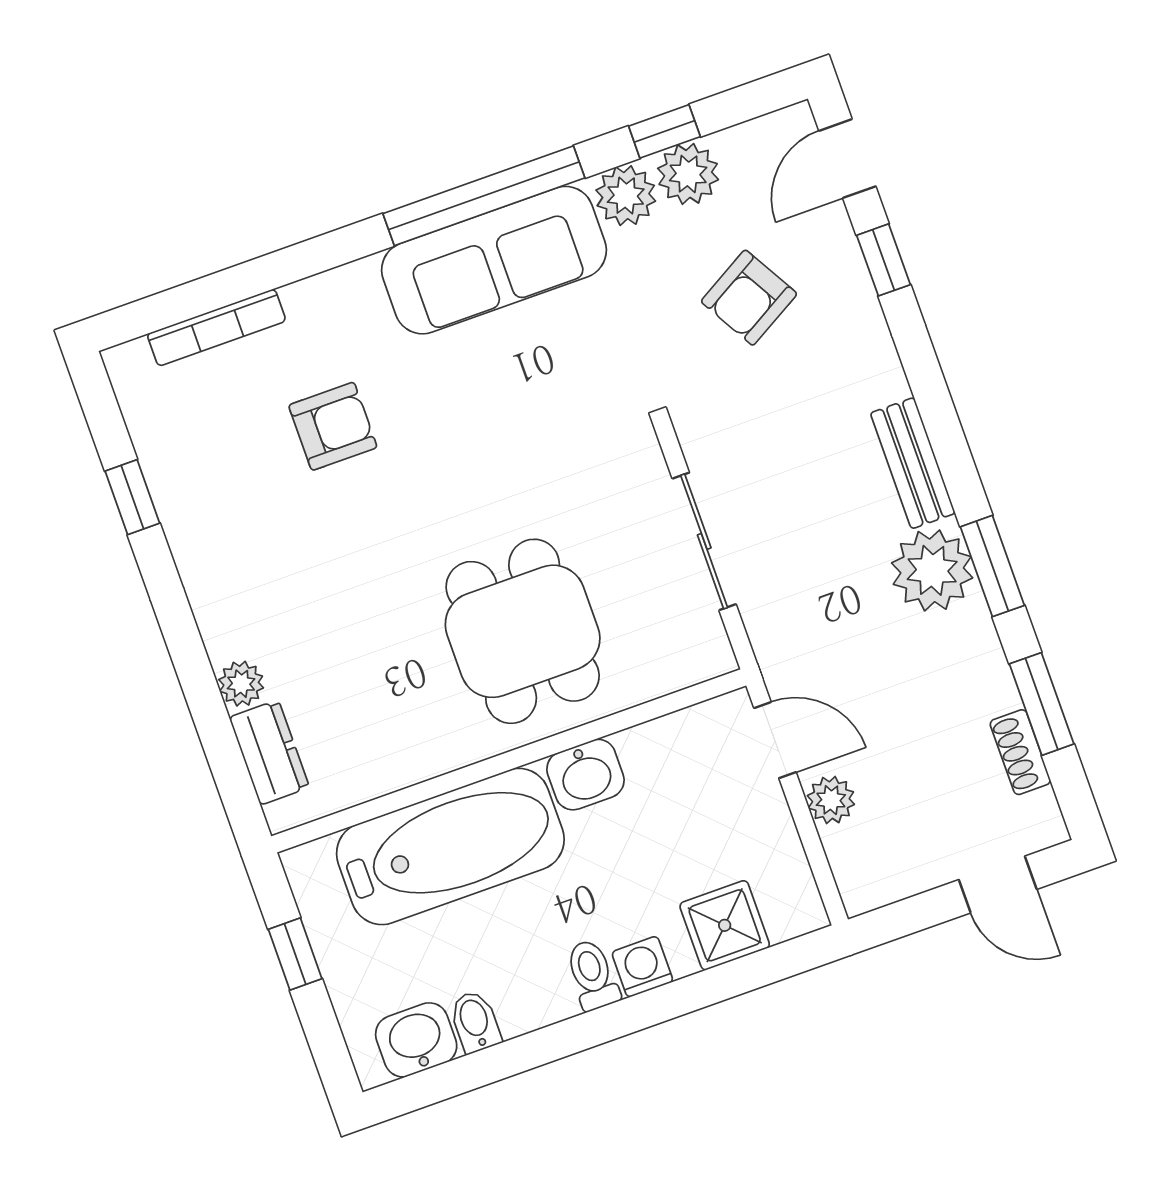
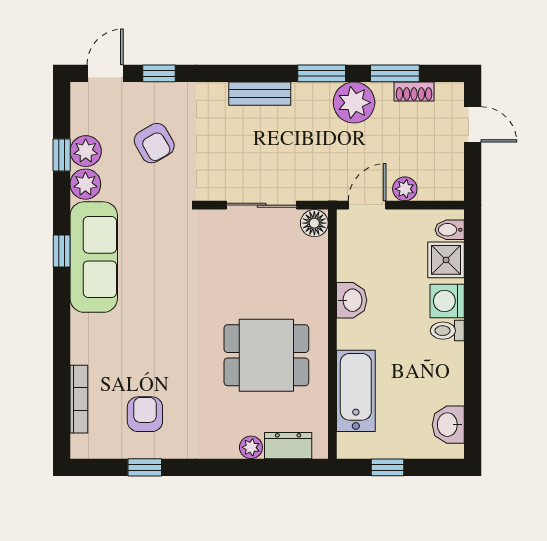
door: (847, 159) -> (105, 73), swing flipped
window: (484, 196) -> (62, 251), width x0.32
armchair: (333, 426) -> (145, 414), moved
plant: (932, 570) -> (354, 103), moved
dining table: (523, 631) -> (266, 355), moved
floor lamp: (706, 653) -> (314, 223), added
bathtub: (450, 846) -> (356, 391), width x0.73, depth x0.73
door: (998, 884) -> (473, 124), hinge flipped
washing machine: (642, 967) -> (447, 301), width x1.38, depth x1.38
bidet: (475, 1022) -> (450, 230), moved

